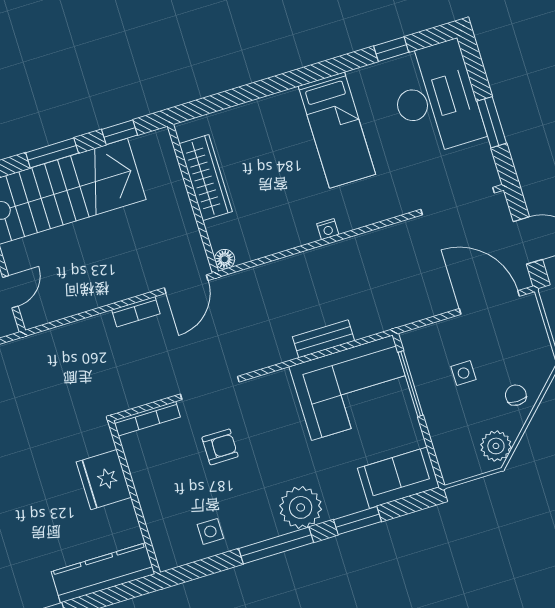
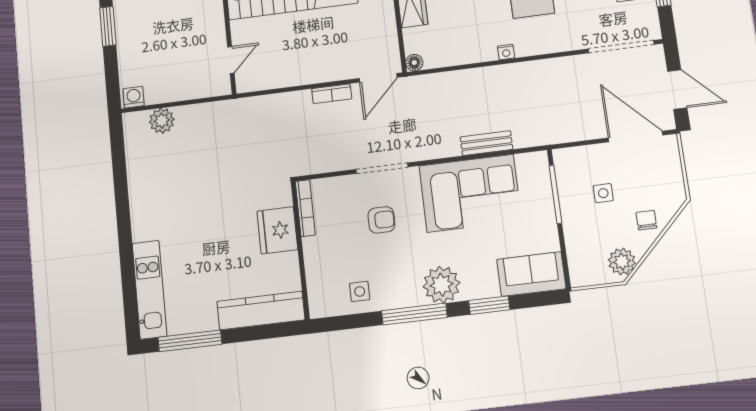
corner sofa: (352, 388) -> (470, 193), moved
bookcase: (147, 419) -> (305, 208), moved, turned -90

